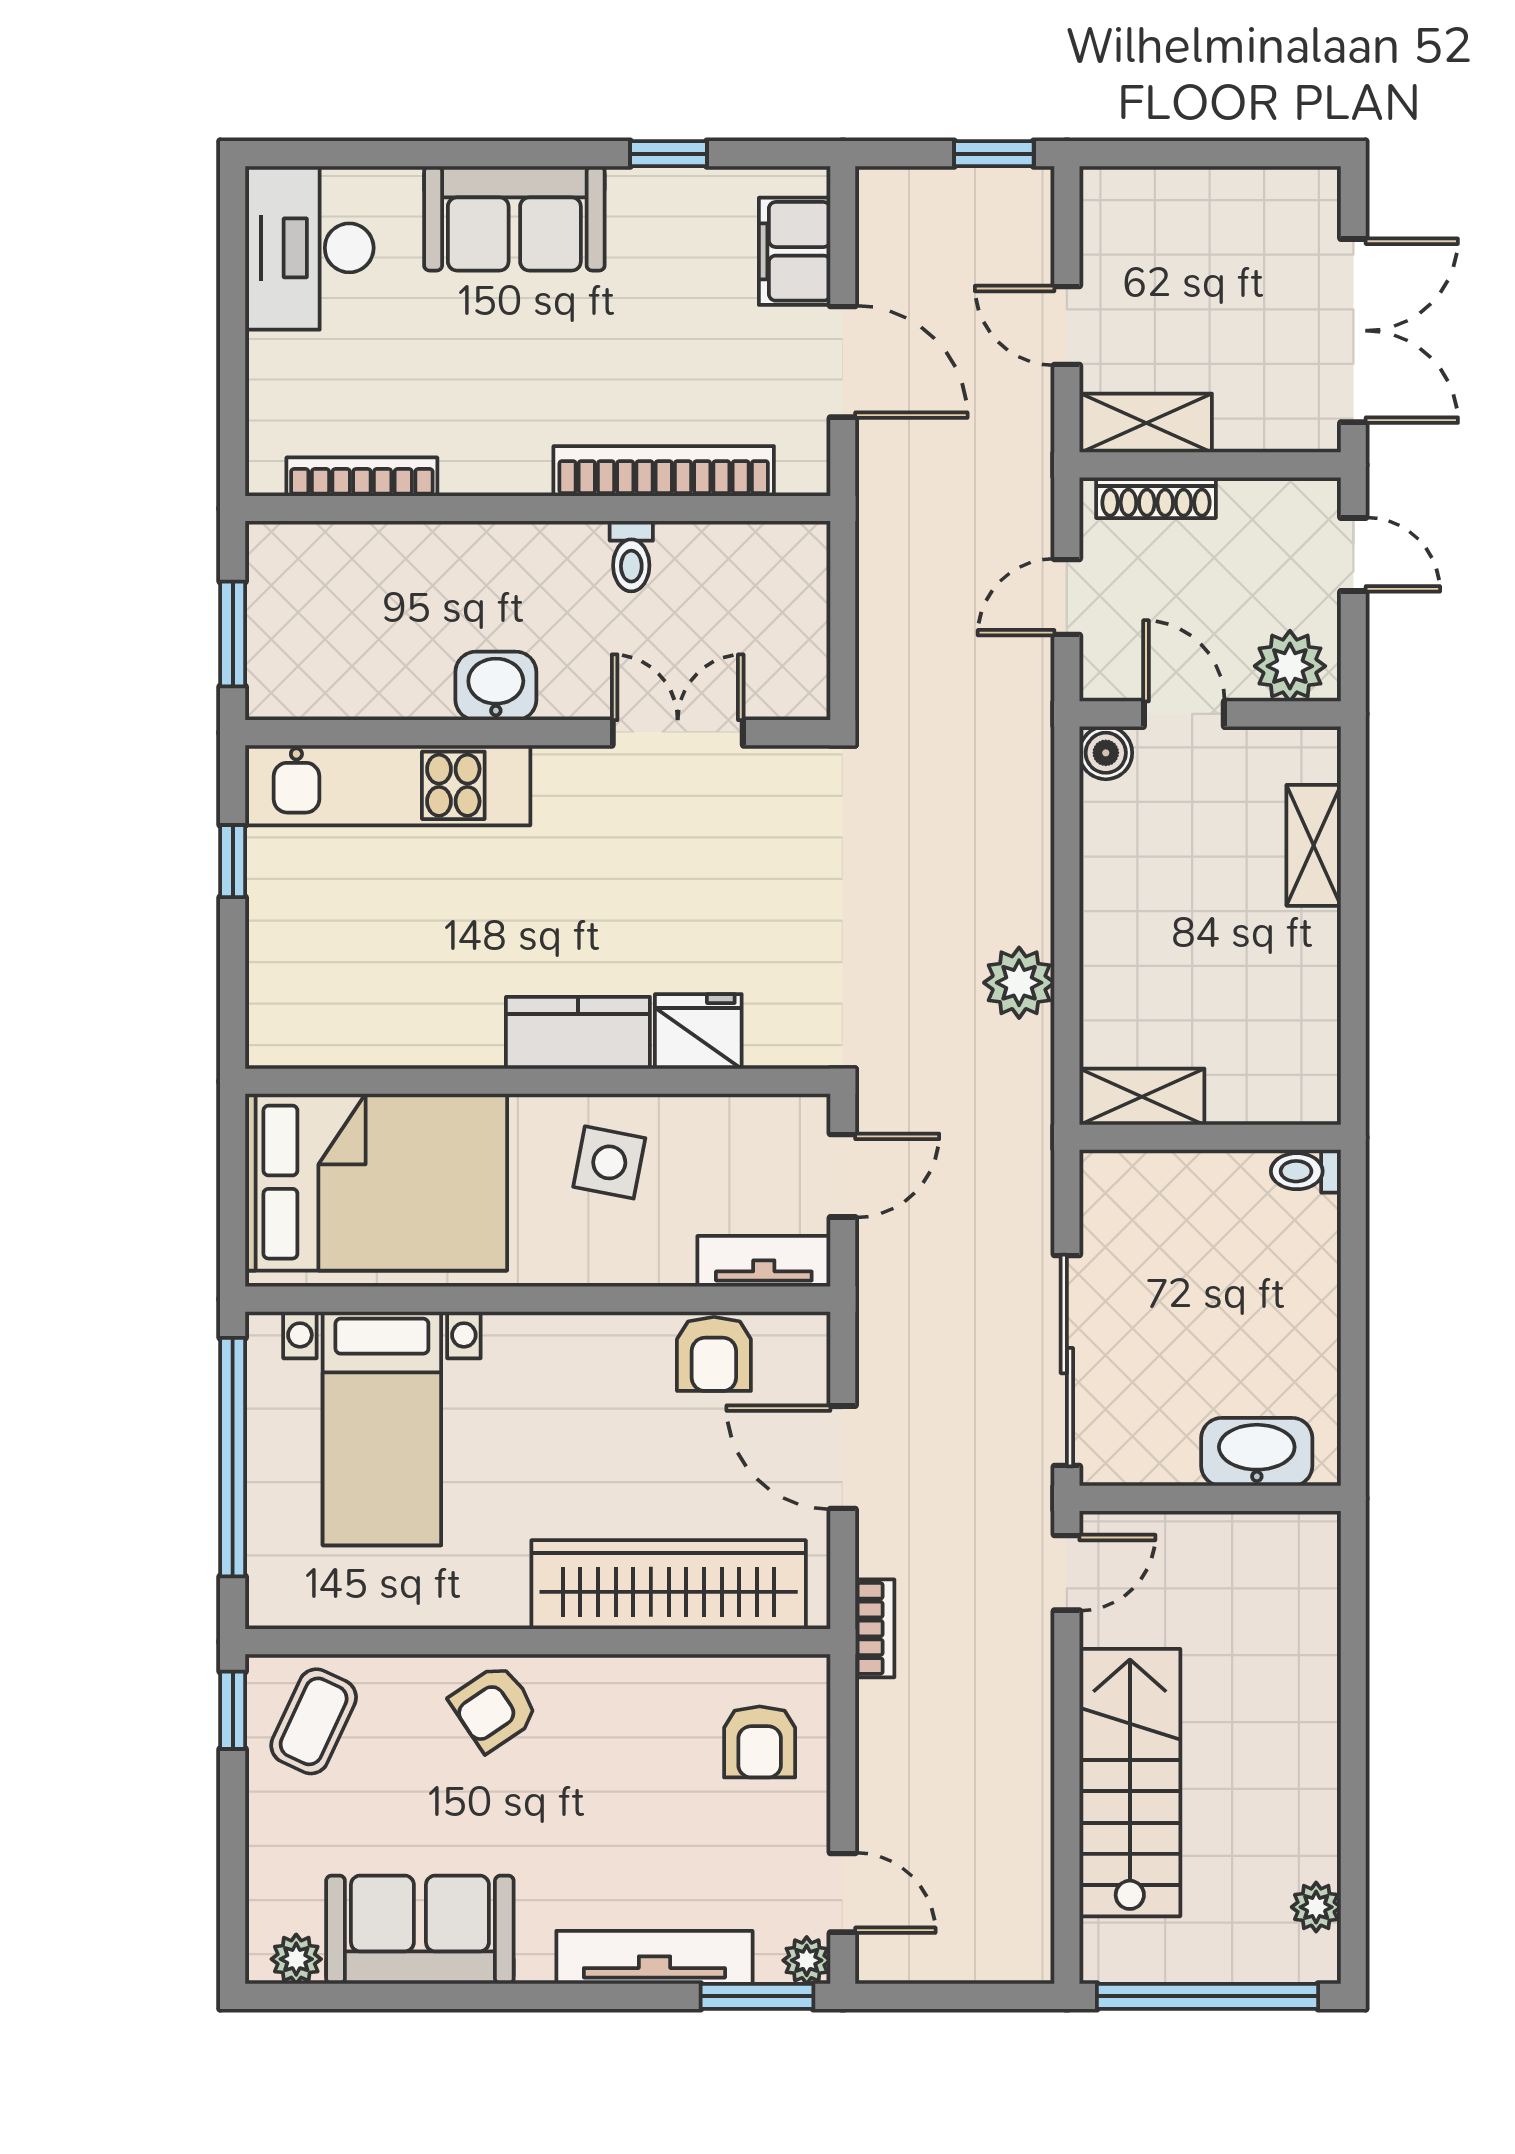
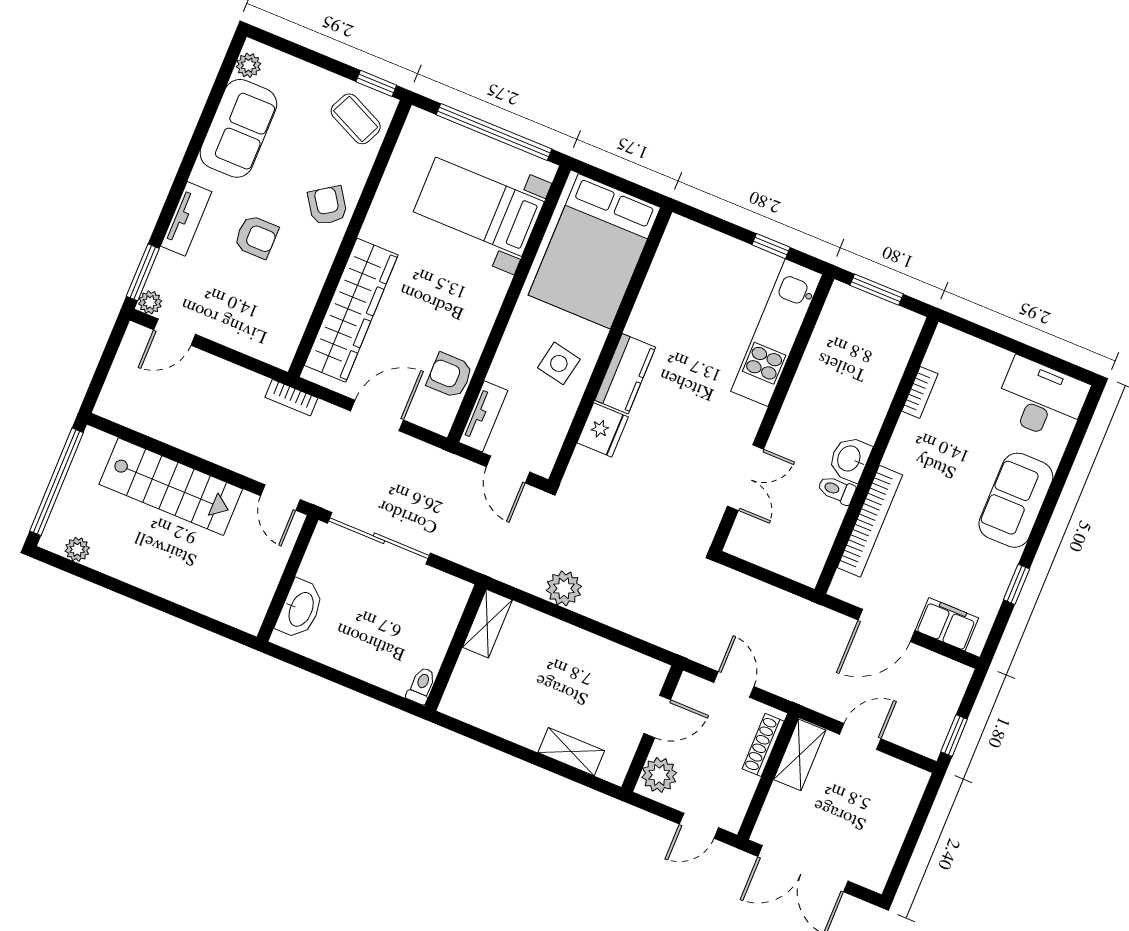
bookcase: (362, 477) -> (920, 392), width x0.64
washbasin: (496, 686) -> (850, 459), moved, turned 180
boiler: (1106, 753) -> (654, 673), removed
armchair: (760, 1742) -> (256, 237), moved, turned 180
tv unit: (654, 1957) -> (186, 219), width x0.71

